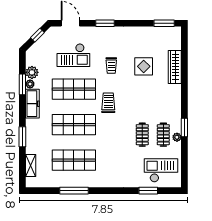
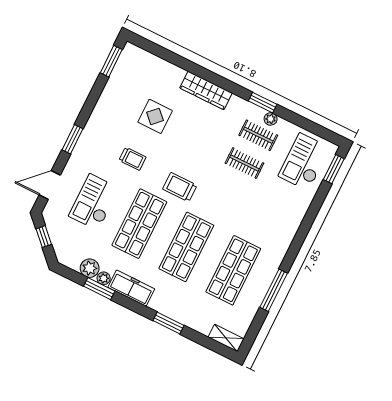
checkout: (73, 55) -> (94, 202), turned 180
wardrobe: (175, 67) -> (206, 90), moved
shelving: (31, 166) -> (226, 338), moved
window: (148, 191) -> (334, 169), moved

